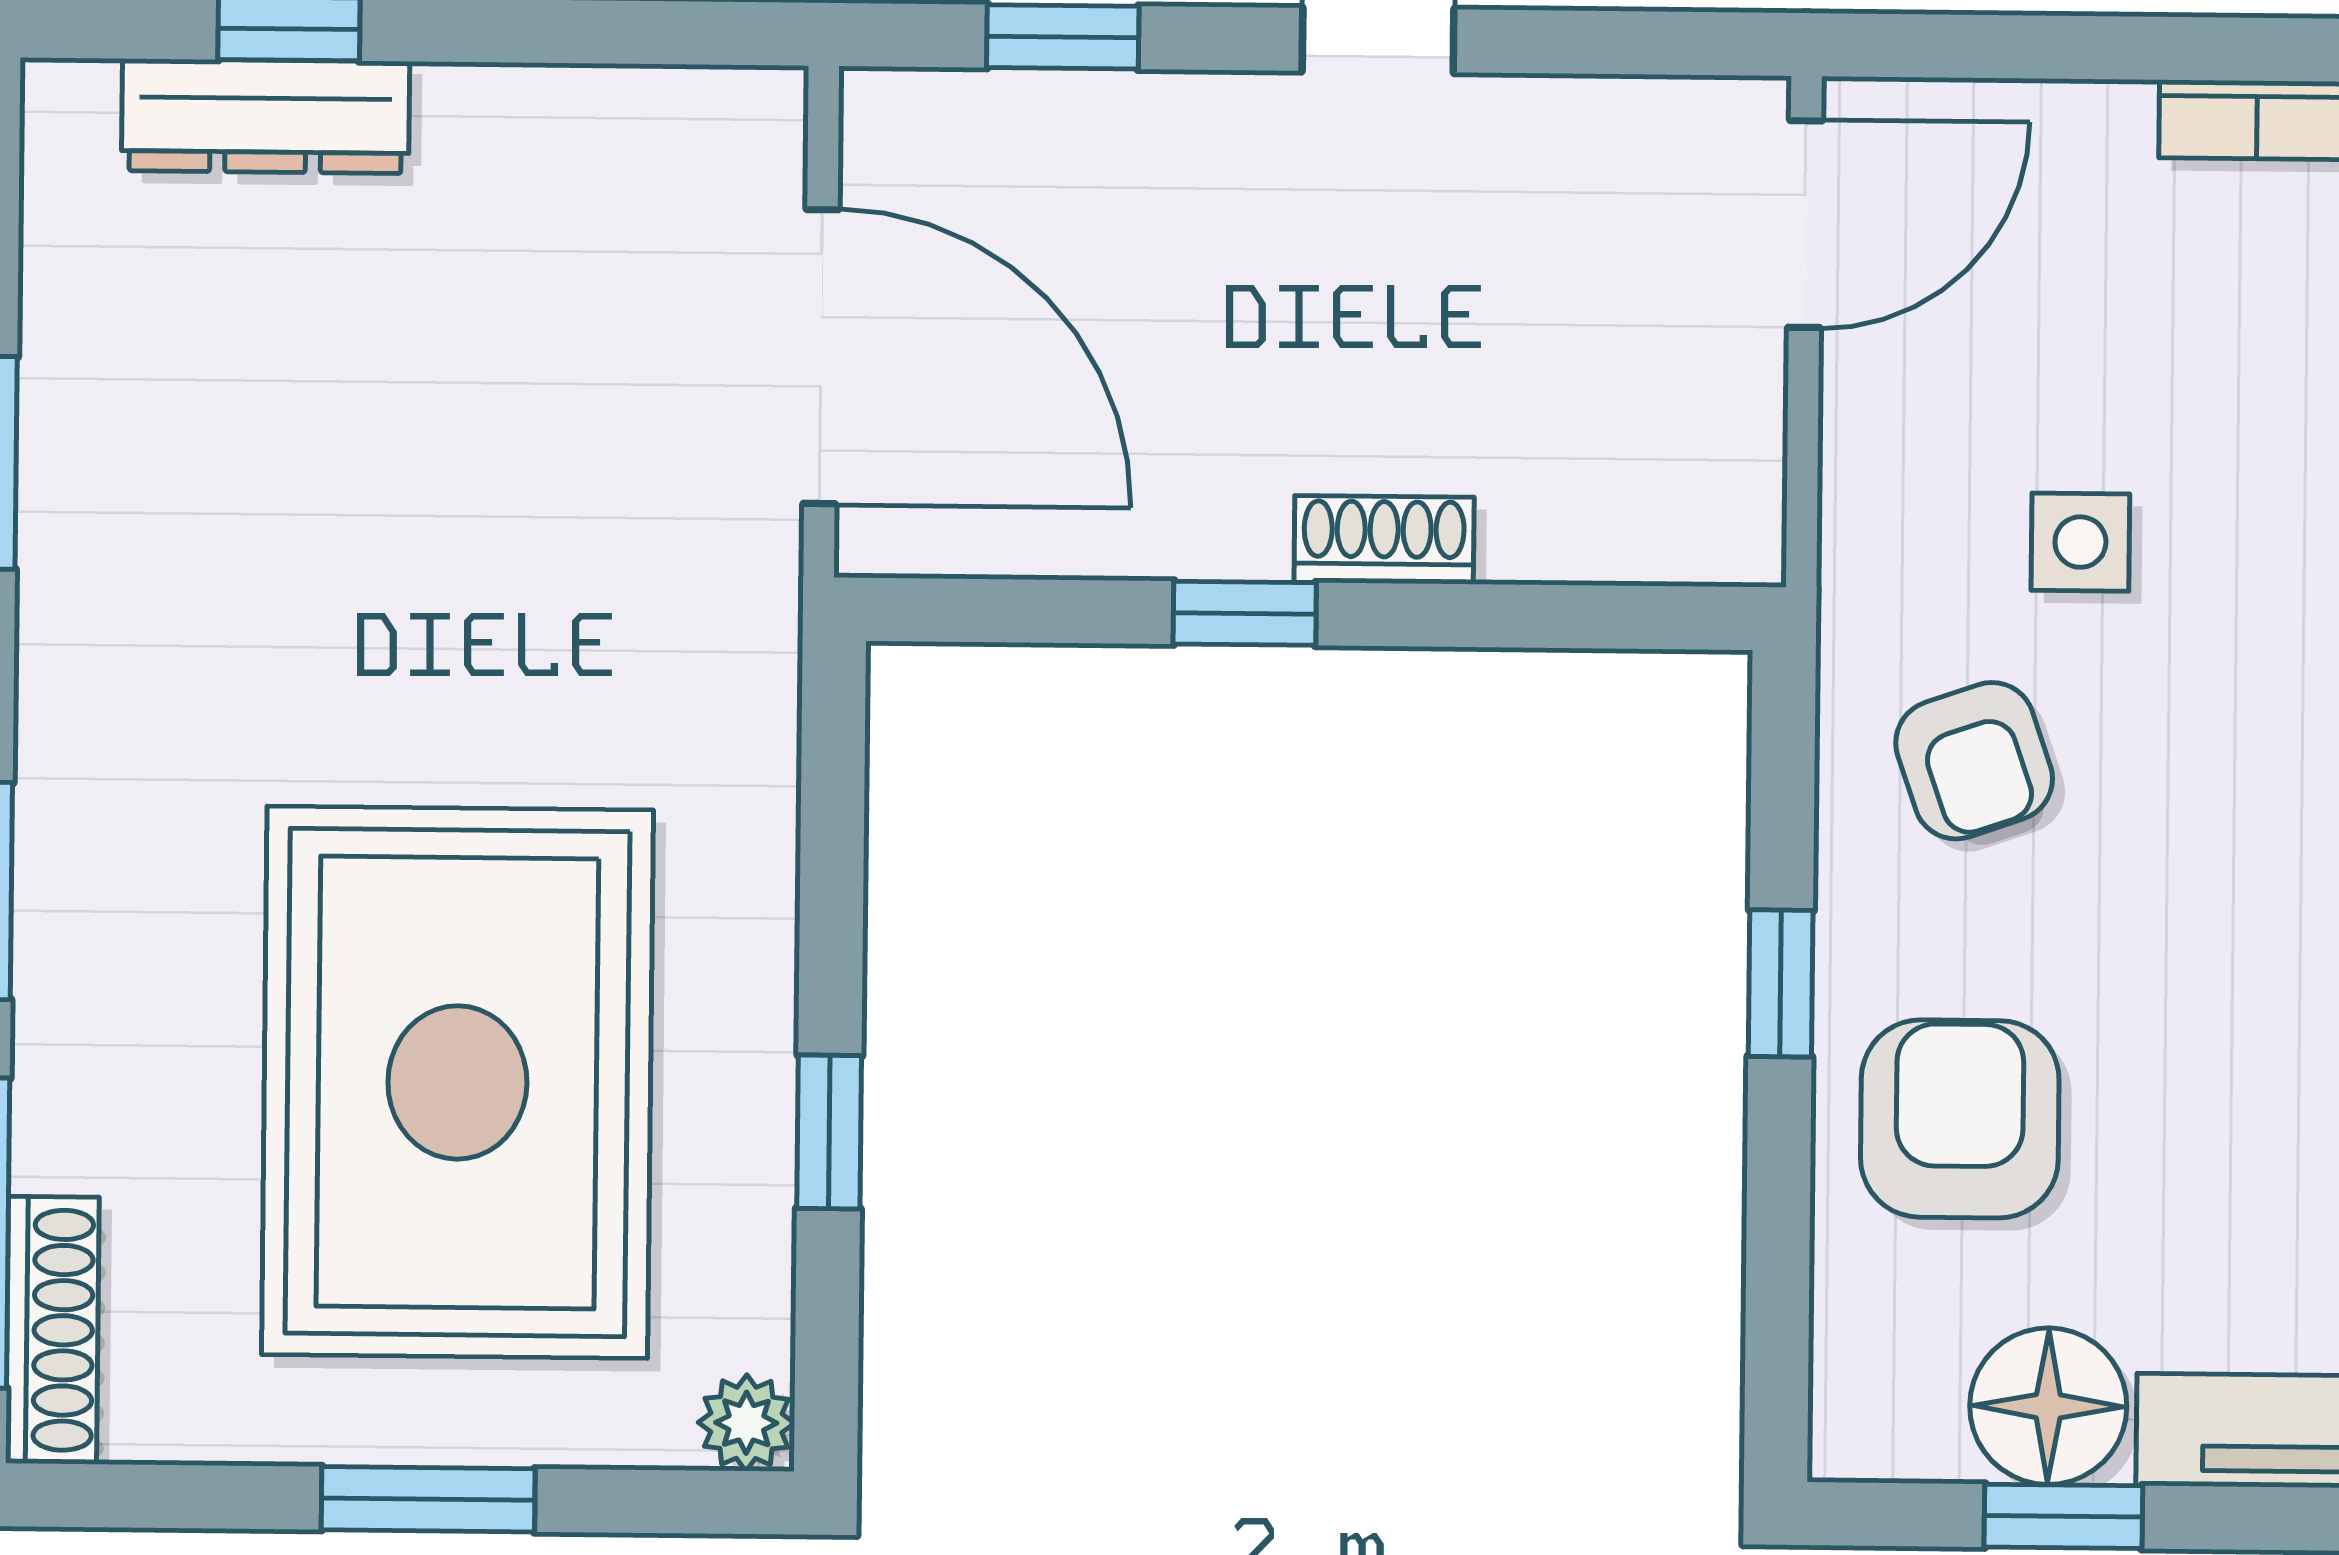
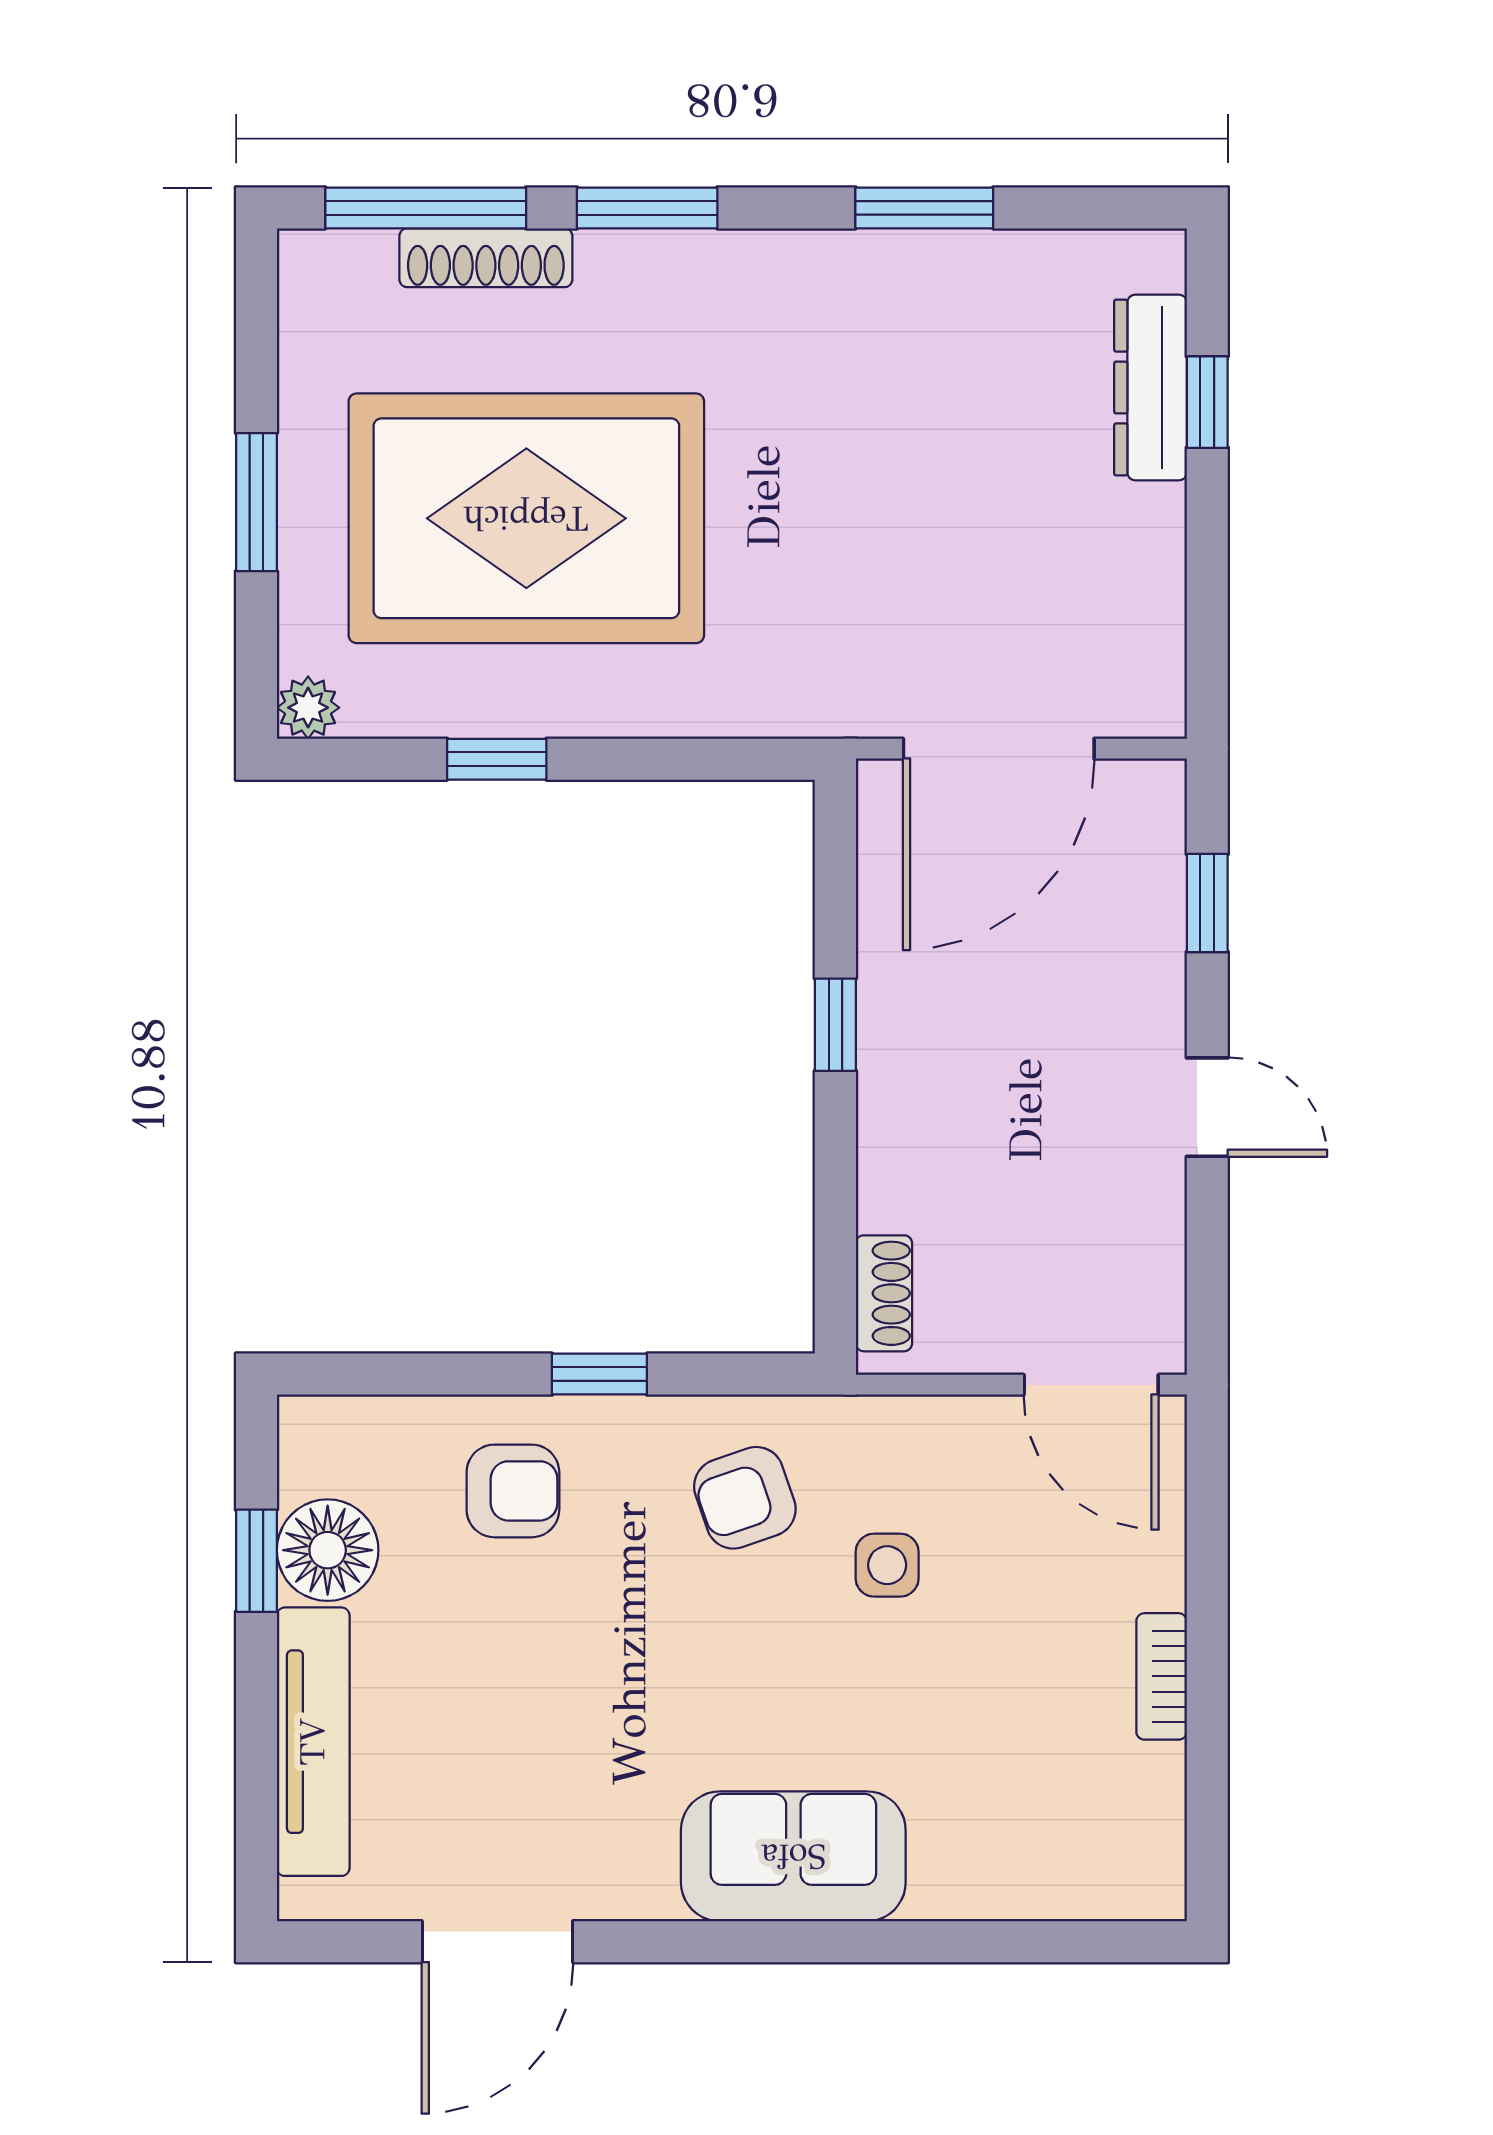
shoe rack: (1384, 540) -> (884, 1293), moved
armchair: (1960, 1119) -> (513, 1491), width x0.72, depth x0.72
shoe rack: (52, 1330) -> (486, 258), moved

